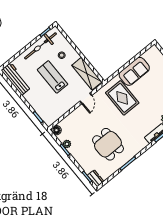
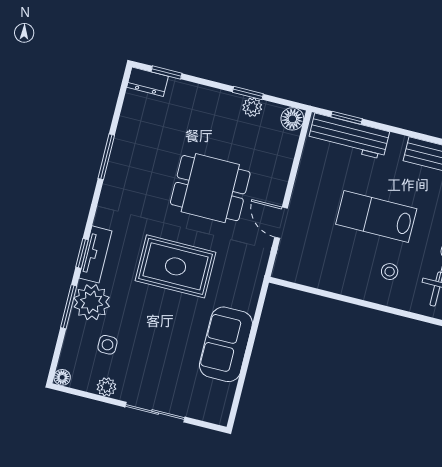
shelving: (87, 74) -> (315, 272), removed
lab bench: (53, 77) -> (376, 216), turned 180
rug: (122, 98) -> (176, 266), moved
workbench: (42, 110) -> (349, 136), added
dining table: (108, 144) -> (210, 188), moved

